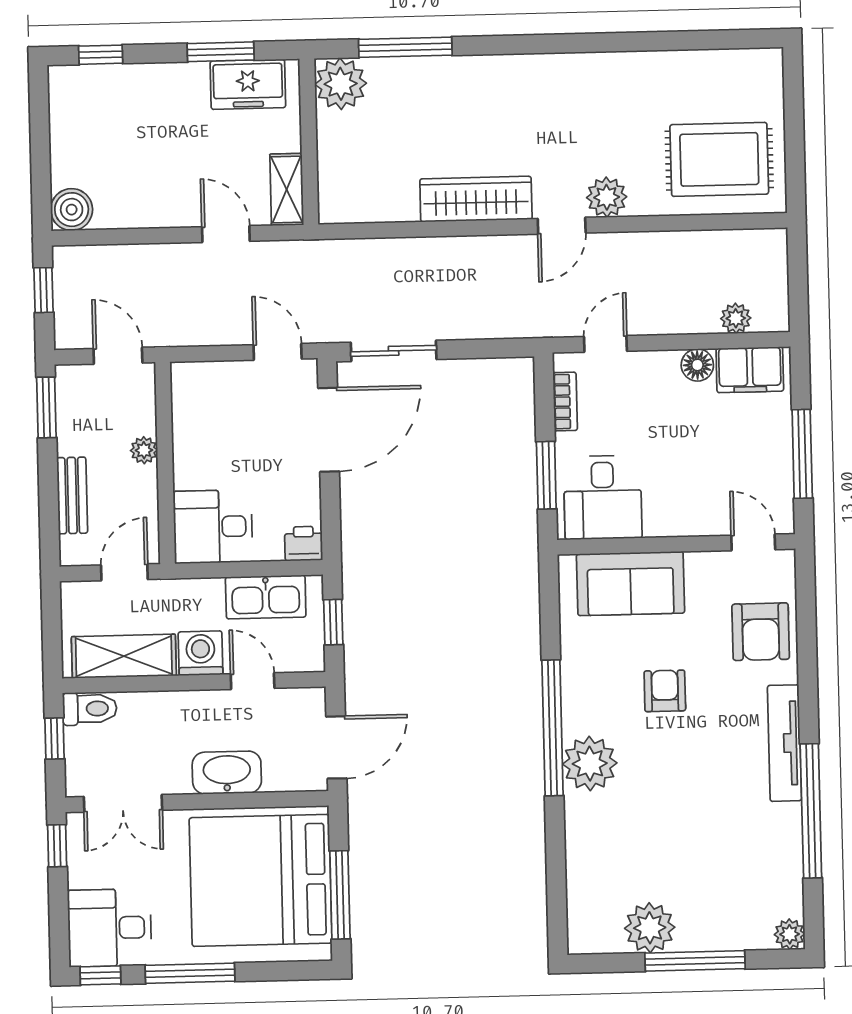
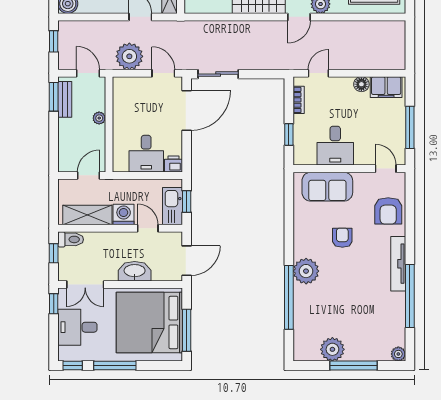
plant: (736, 318) -> (129, 56), moved, width x1.88, depth x1.88
window: (546, 475) -> (289, 135), width x0.67
bench: (72, 495) -> (65, 99), moved
desk: (603, 497) -> (335, 146), moved
desk: (213, 527) -> (146, 154), moved, turned -90
kitchen sink: (266, 597) -> (172, 206), moved, turned 90
window: (553, 728) -> (289, 297), moved
desk: (110, 928) -> (77, 327), moved

